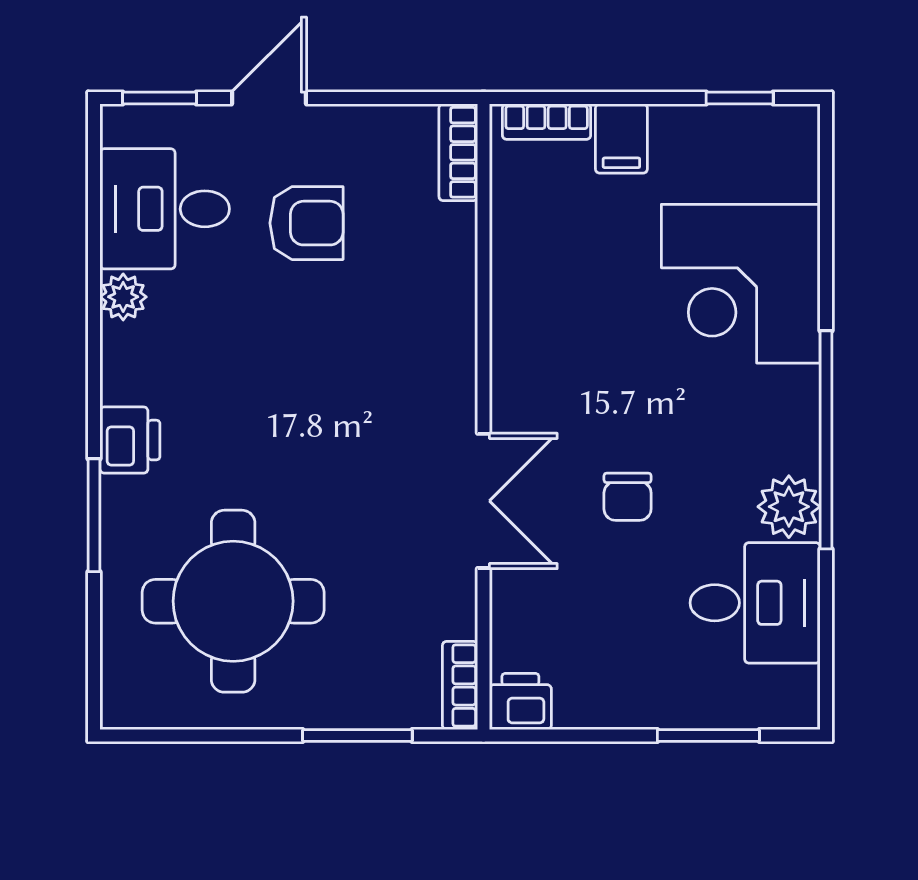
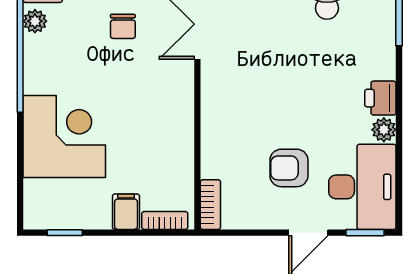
desk: (165, 209) -> (362, 187), width x1.37
printer: (130, 440) -> (380, 98), moved
chair: (628, 497) -> (123, 26), turned 180
plant: (789, 507) -> (35, 21), width x0.73, depth x0.73

